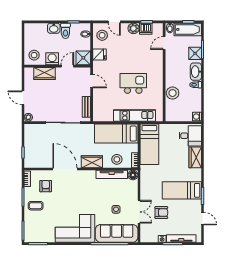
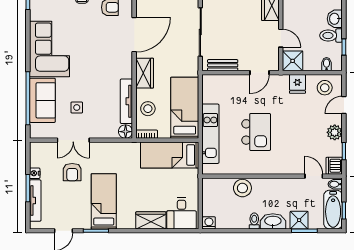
dishwasher: (146, 29) -> (334, 166), moved
washing machine: (52, 59) -> (291, 16), removed
sofa: (117, 233) -> (42, 100), width x0.73

